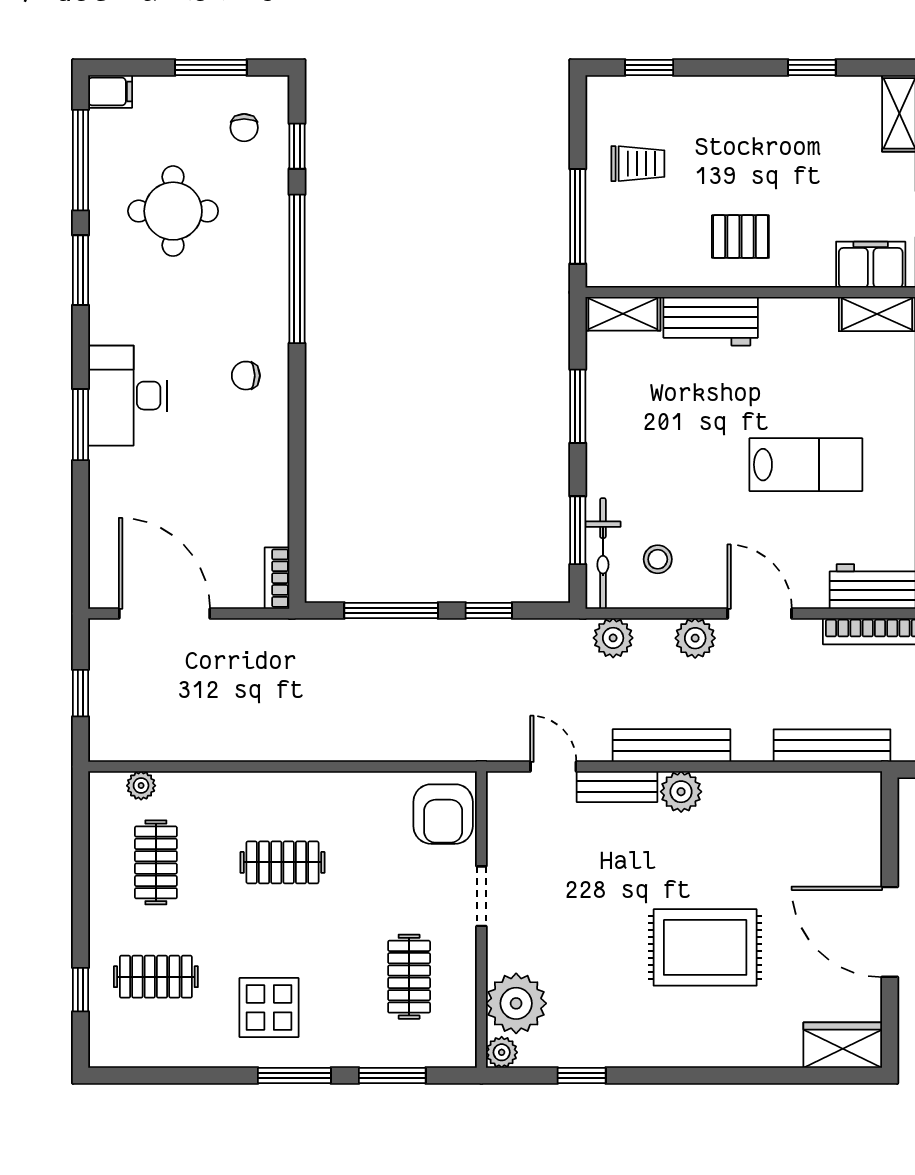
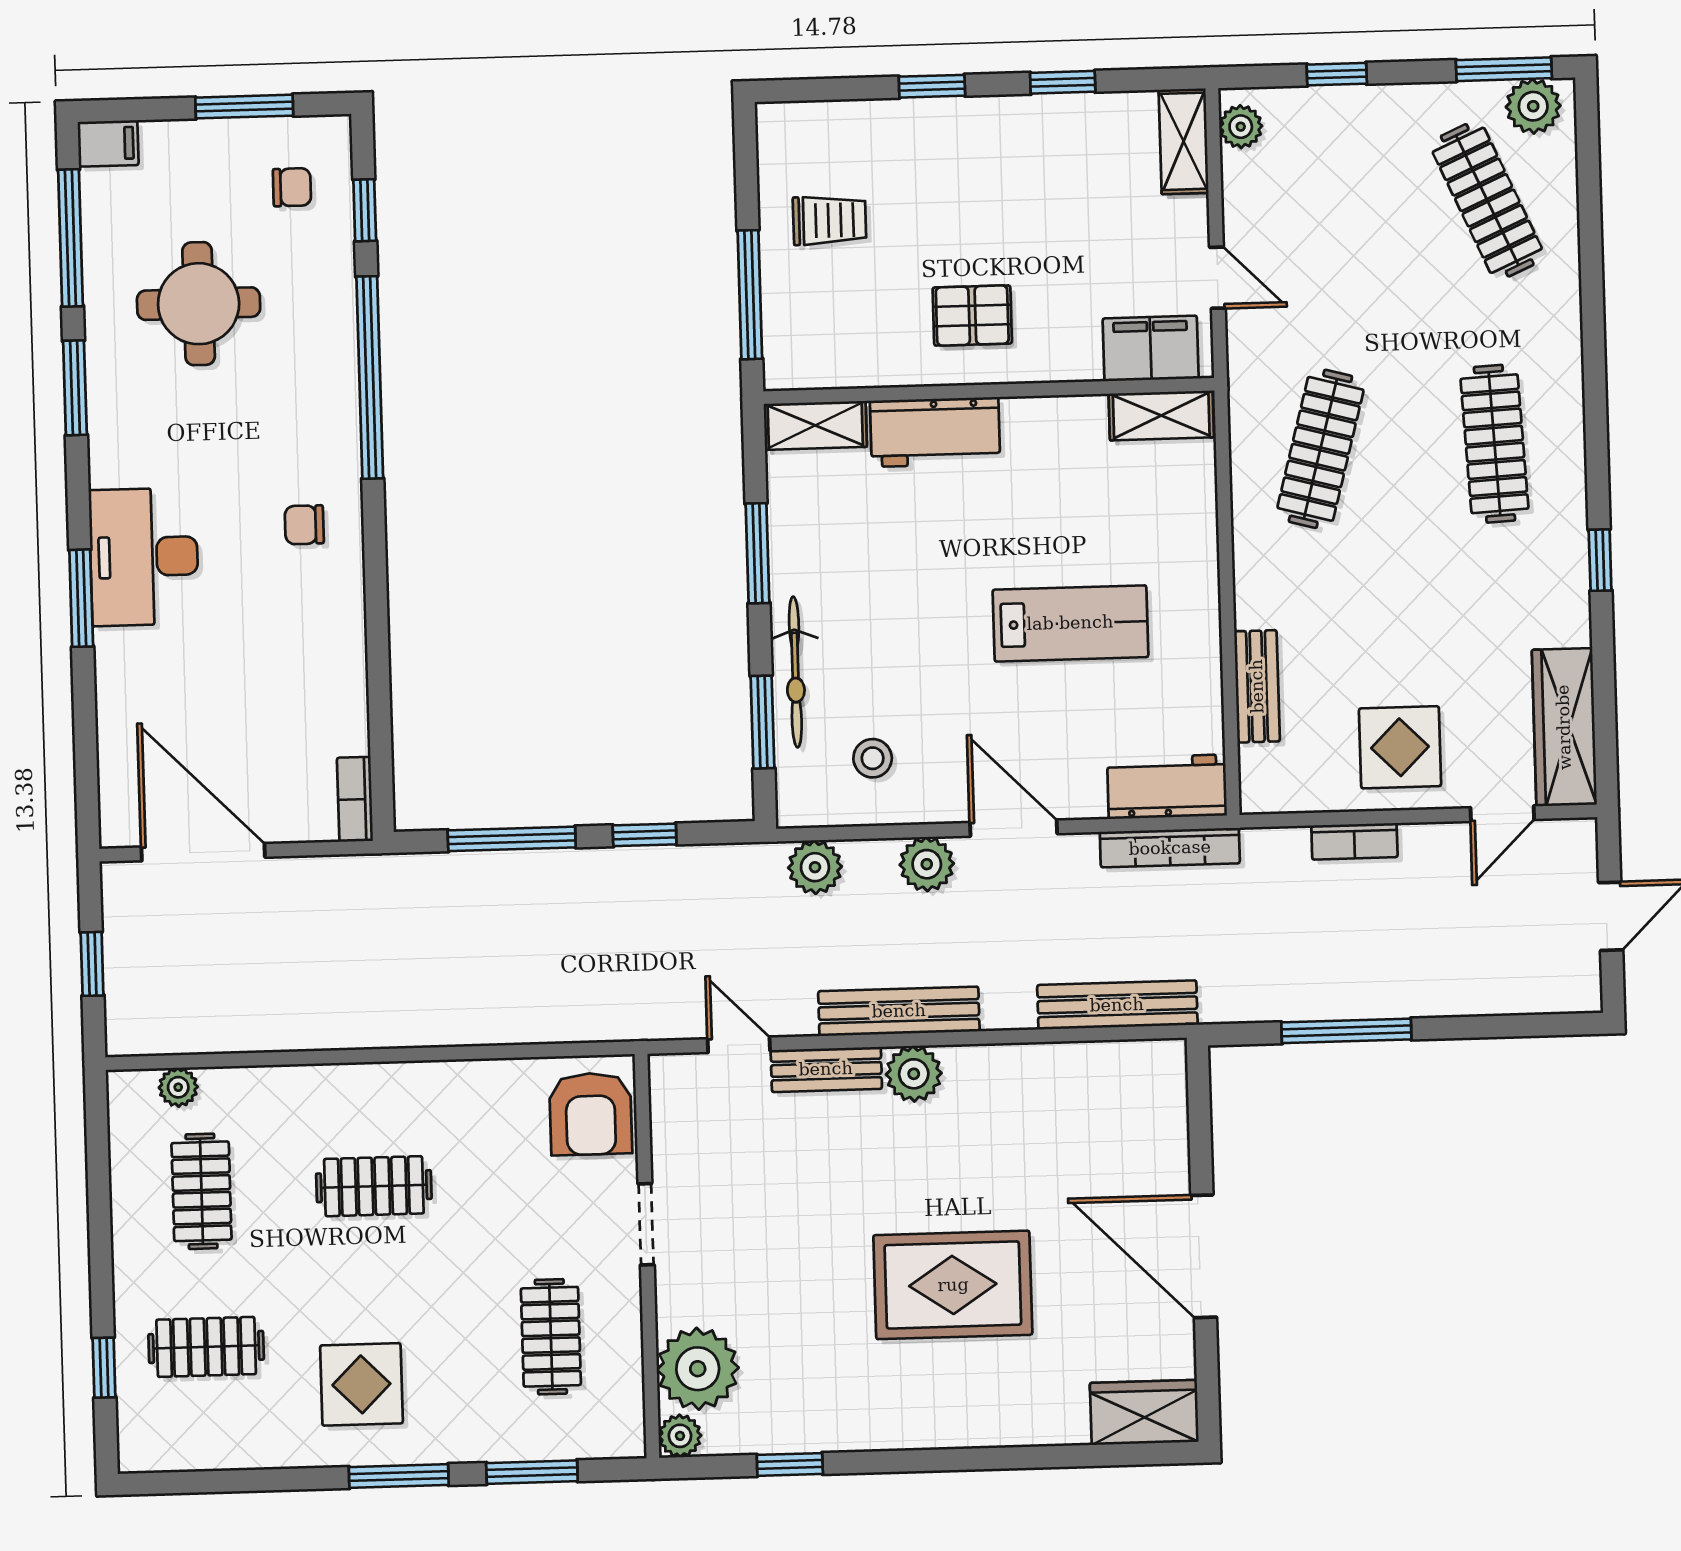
window: (649, 67) -> (932, 86), moved
chair: (244, 128) -> (292, 187), turned -90
bicycle: (603, 554) -> (795, 672), moved

